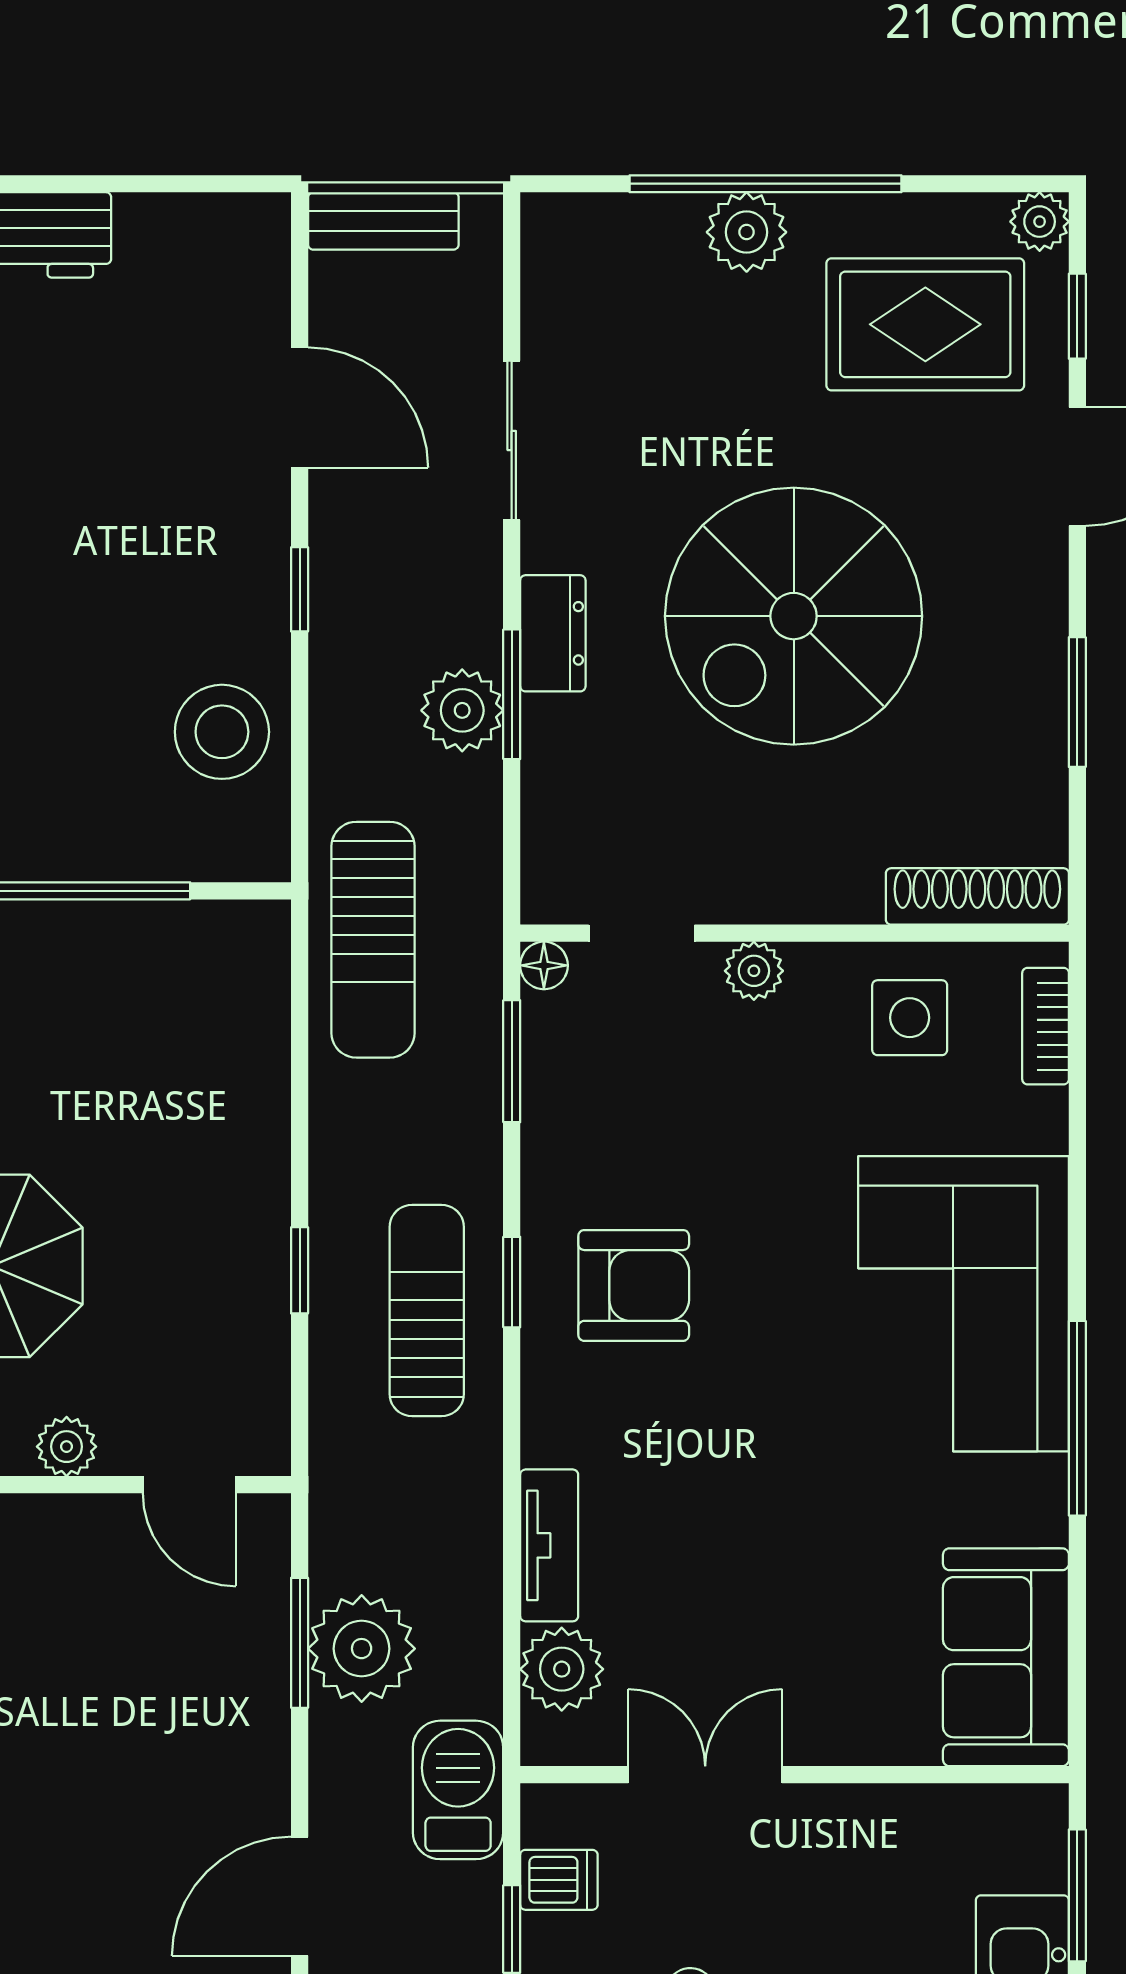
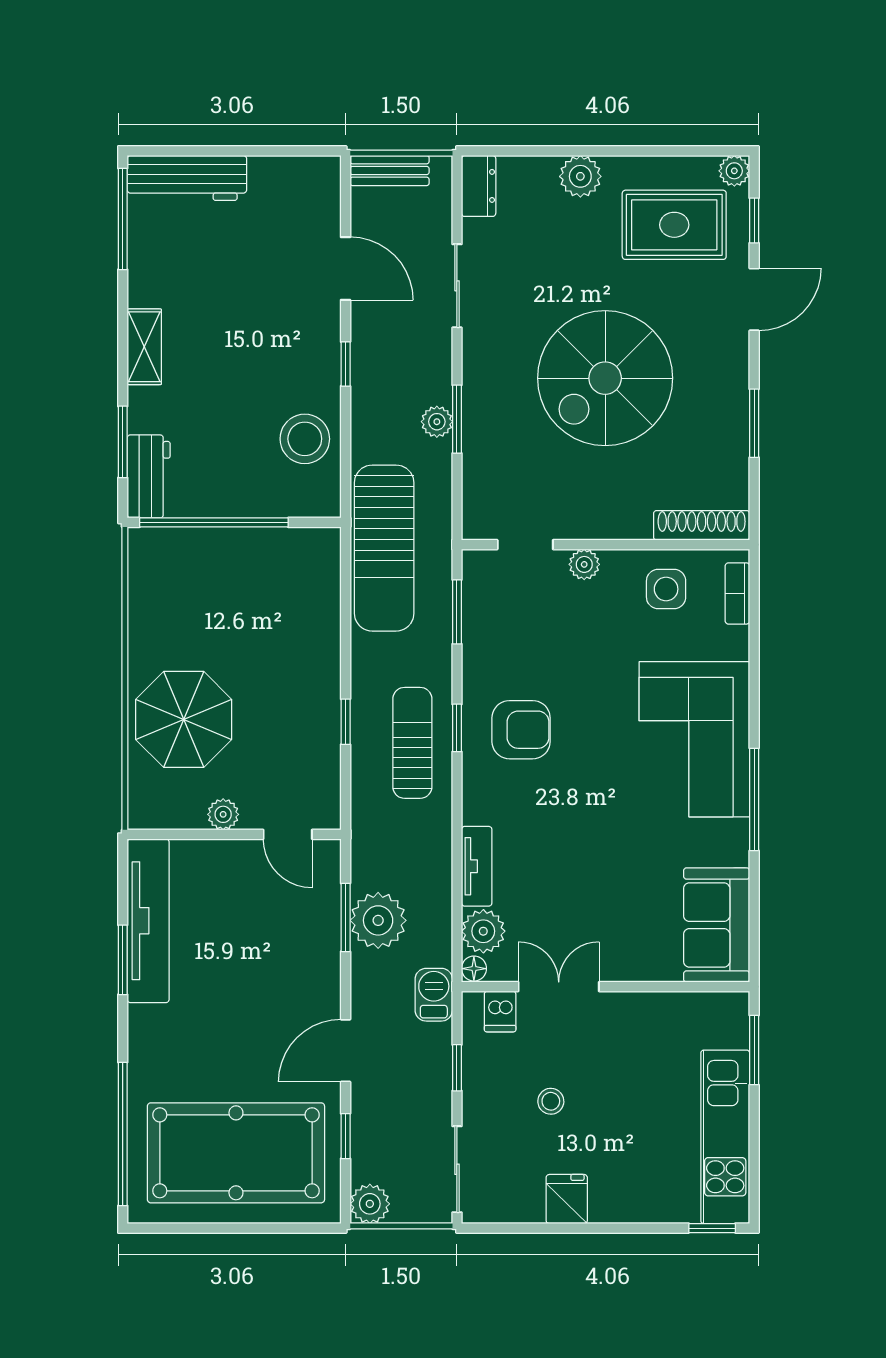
window: (765, 184) -> (590, 151), removed
dresser: (553, 633) -> (479, 186), moved
plant: (462, 710) -> (437, 422), width x0.73, depth x0.73
sun lounger: (373, 940) -> (384, 548), width x1.36, depth x1.34
floor lamp: (544, 965) -> (474, 969), moved
barbecue: (458, 1790) -> (434, 995), width x0.73, depth x0.79
dishwasher: (559, 1880) -> (500, 1011), moved, turned 90

